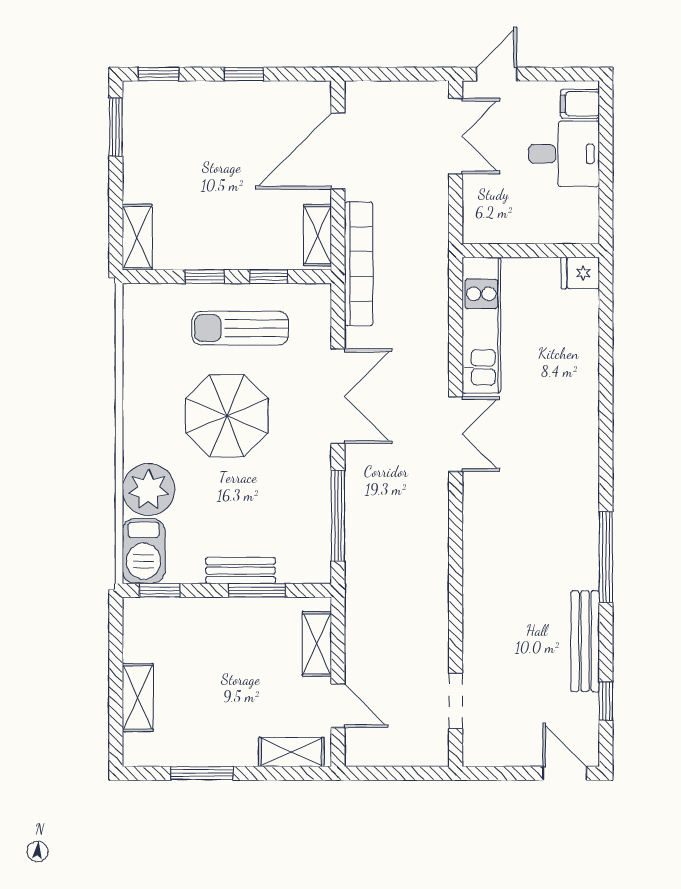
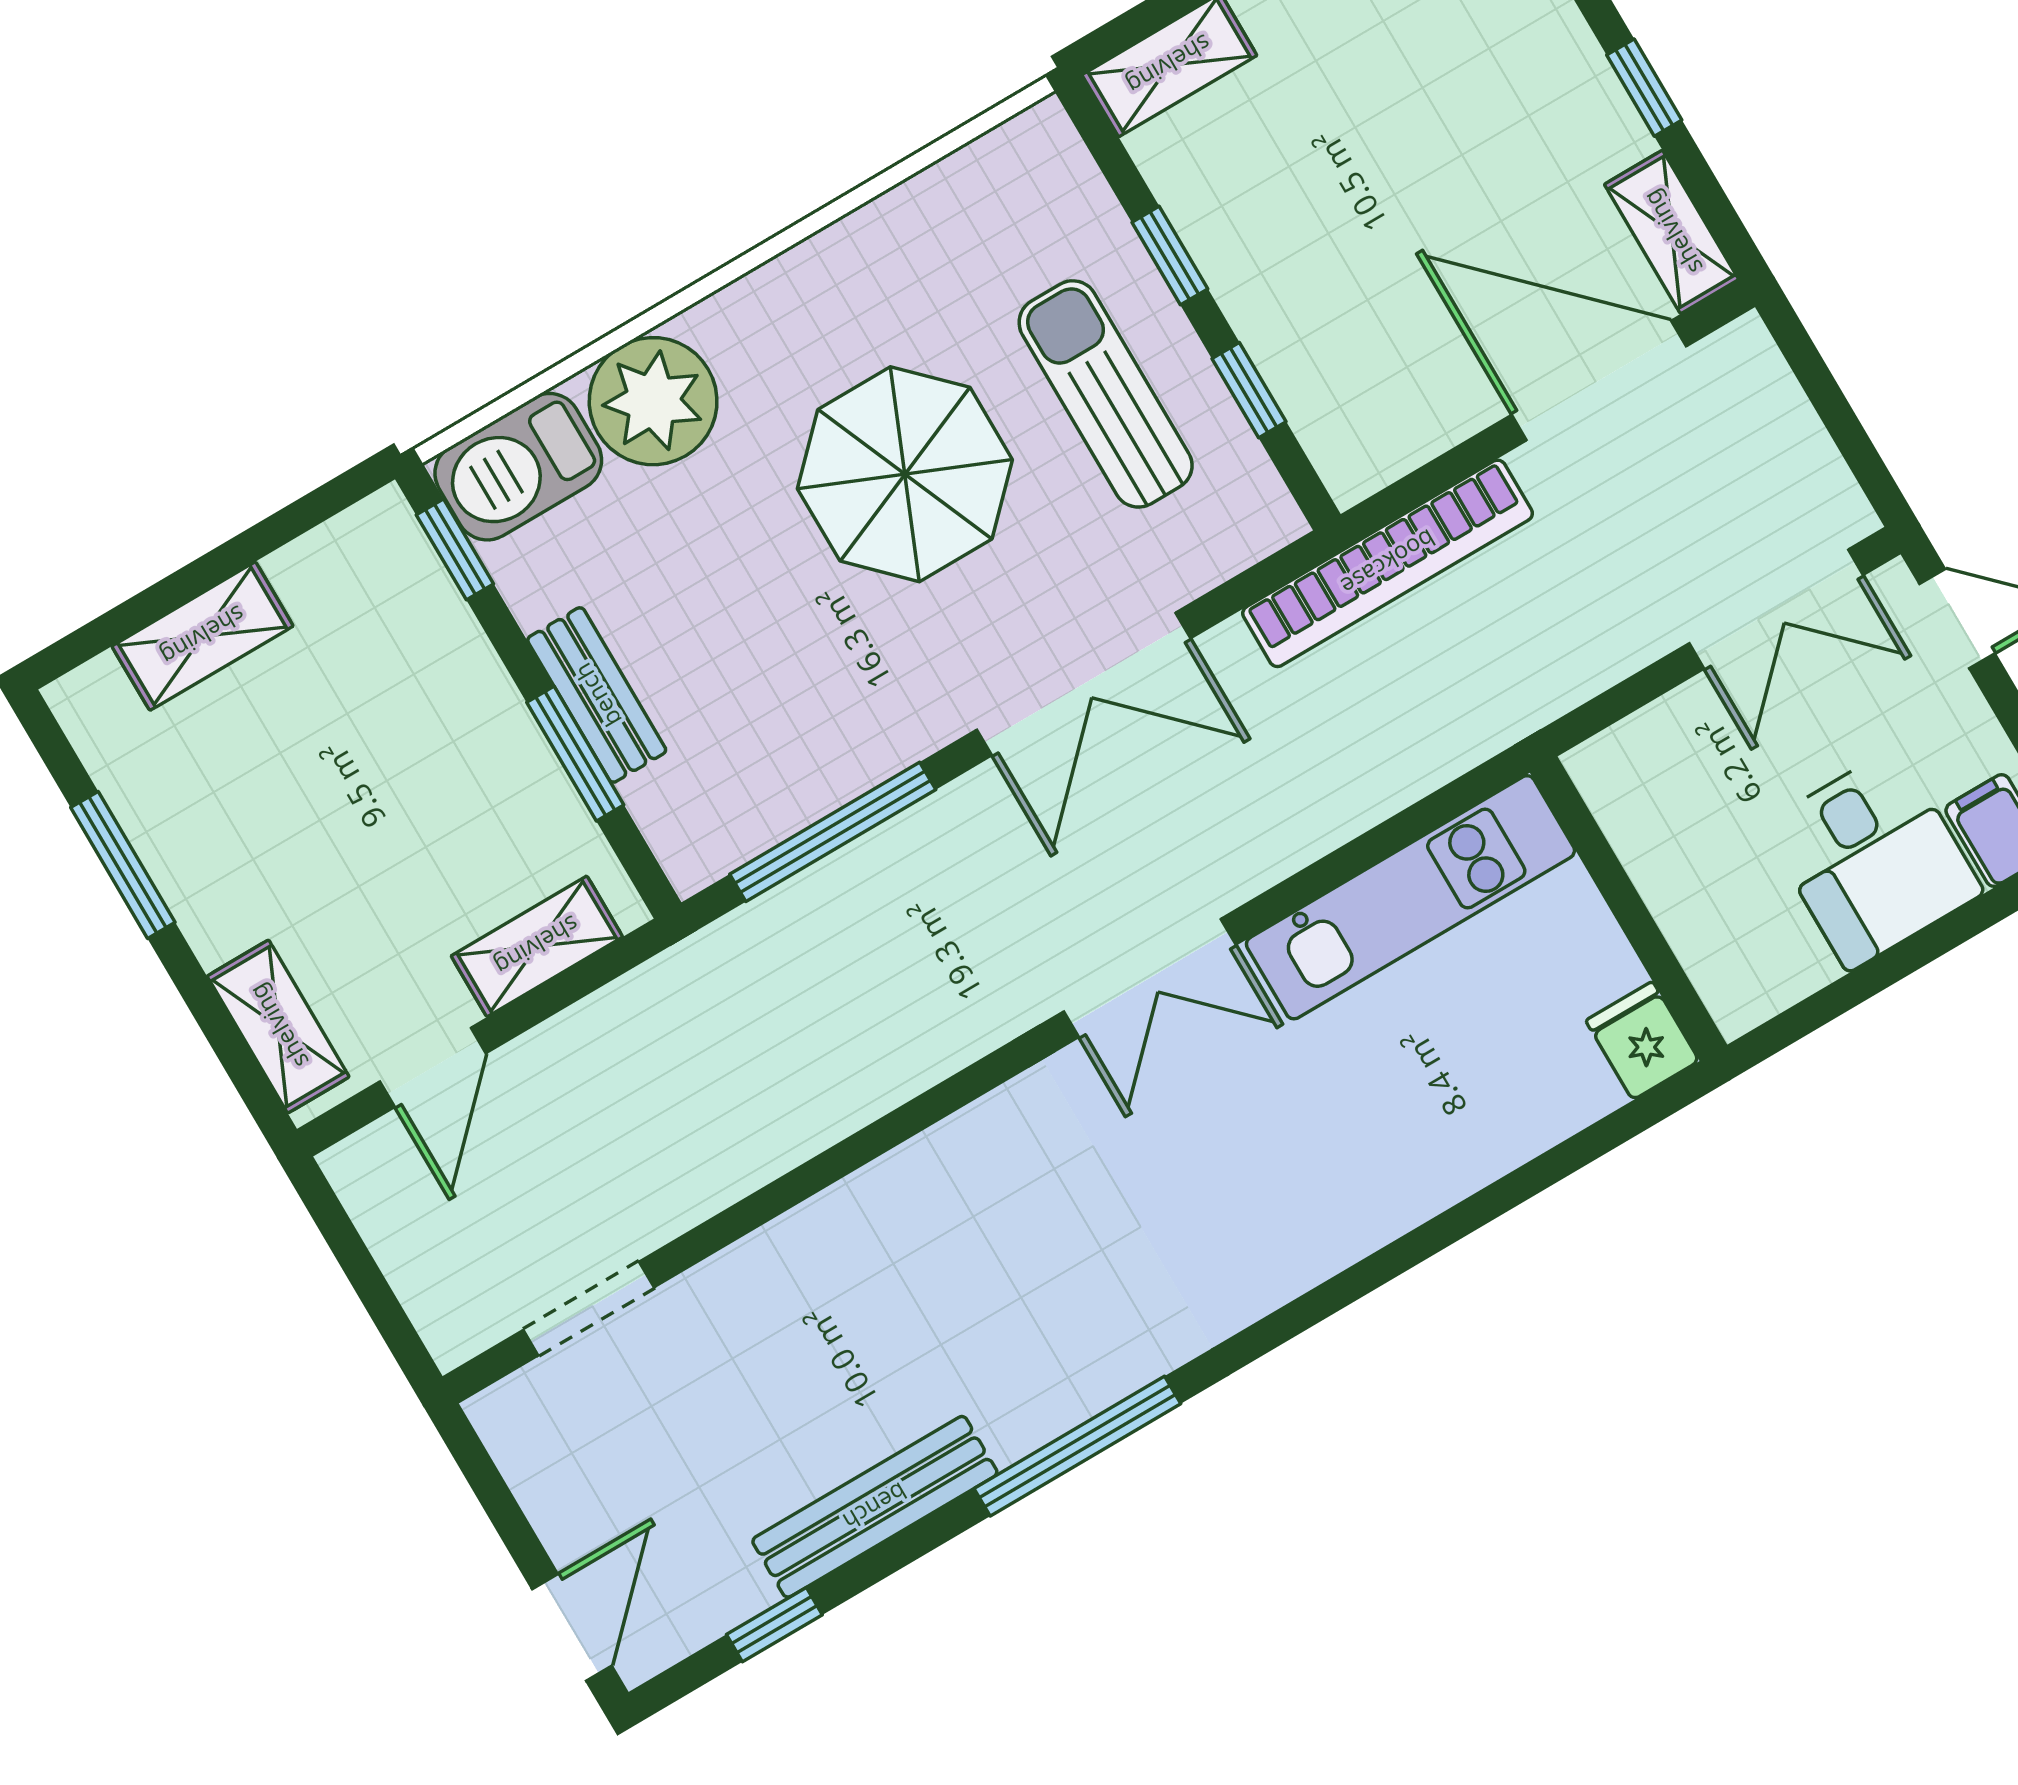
shelving: (318, 235) -> (1672, 232), moved, turned 90

